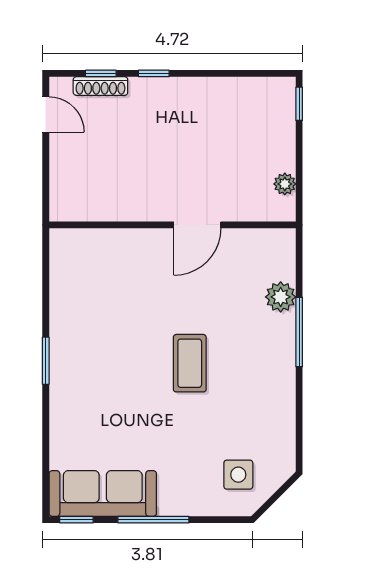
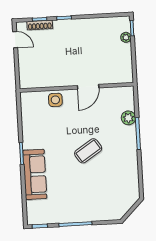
plant: (285, 184) -> (126, 37), moved
coffee table: (190, 363) -> (88, 151), turned 57
side table: (238, 475) -> (55, 100), moved
sofa: (103, 493) -> (35, 174), moved, turned 90

